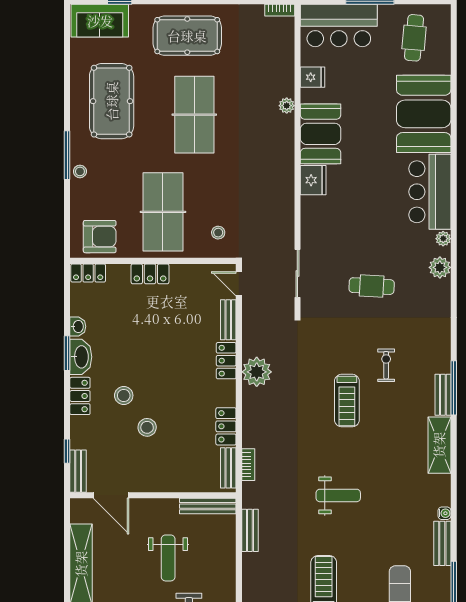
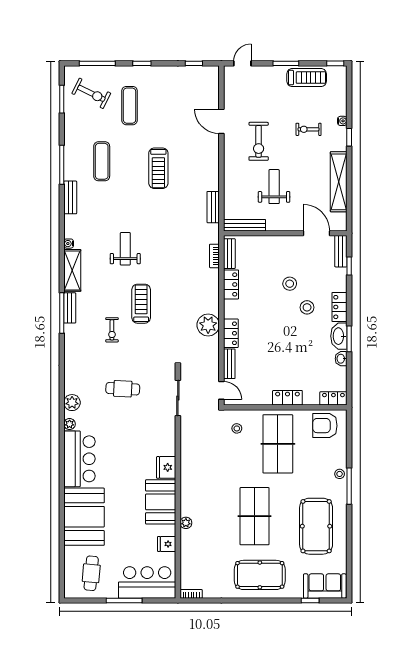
weight bench: (338, 495) -> (125, 249), moved, turned 90
water cooler: (444, 513) -> (69, 244), moved

